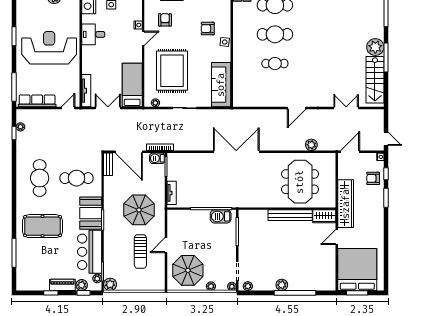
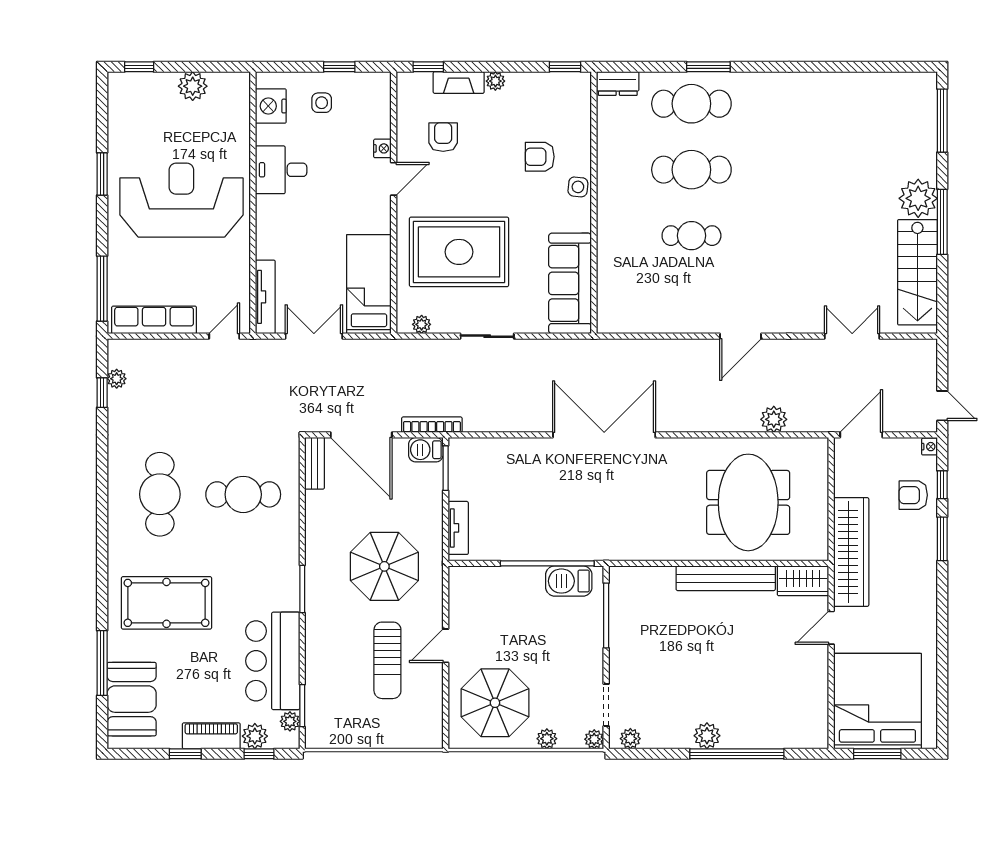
rug: (172, 71) -> (459, 252), turned 90
booth: (91, 213) -> (132, 699), moved
plant: (110, 284) -> (319, 734), removed

